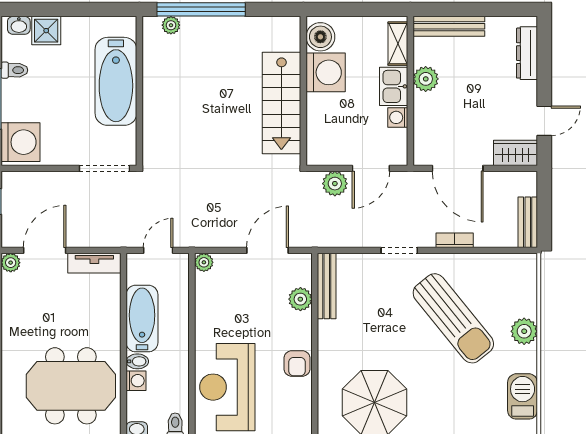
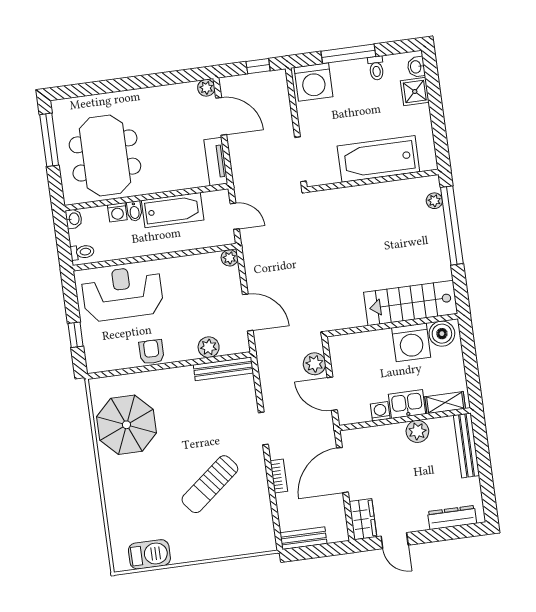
stairs: (281, 103) -> (411, 303), moved
sun lounger: (453, 318) -> (210, 484), width x0.73, depth x0.75
plant: (524, 331) -> (207, 548), removed
armchair: (297, 363) -> (152, 352), turned 90

